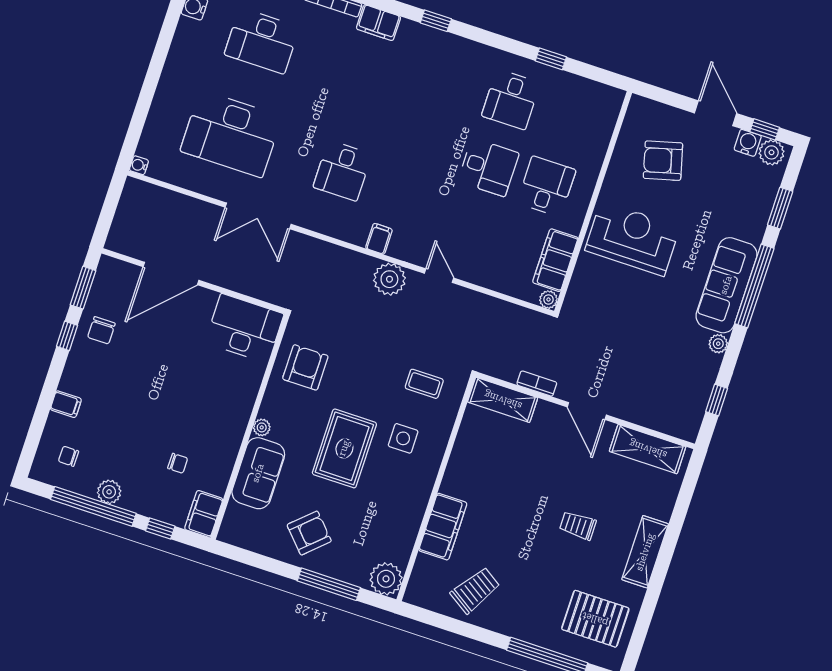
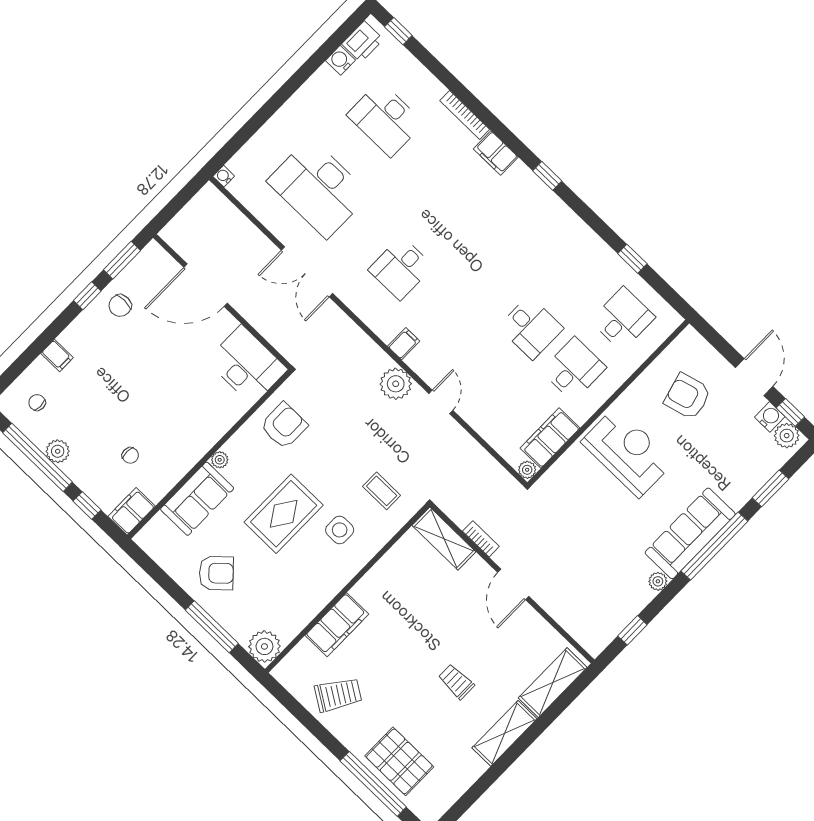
desk: (511, 99) -> (623, 319), moved, turned 180
shelving: (648, 449) -> (553, 683), moved, turned 90
pallet: (595, 619) -> (399, 761), moved

